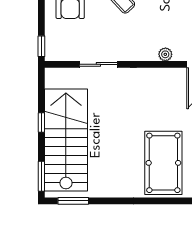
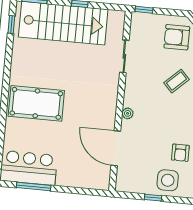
window: (73, 201) -> (11, 25), width x0.67

